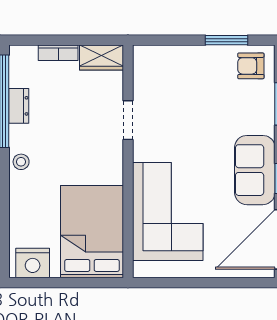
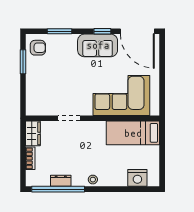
armchair: (251, 66) -> (38, 48), turned -90
bed: (92, 232) -> (133, 133), width x0.67
nightstand: (33, 263) -> (137, 178), moved, turned 90

